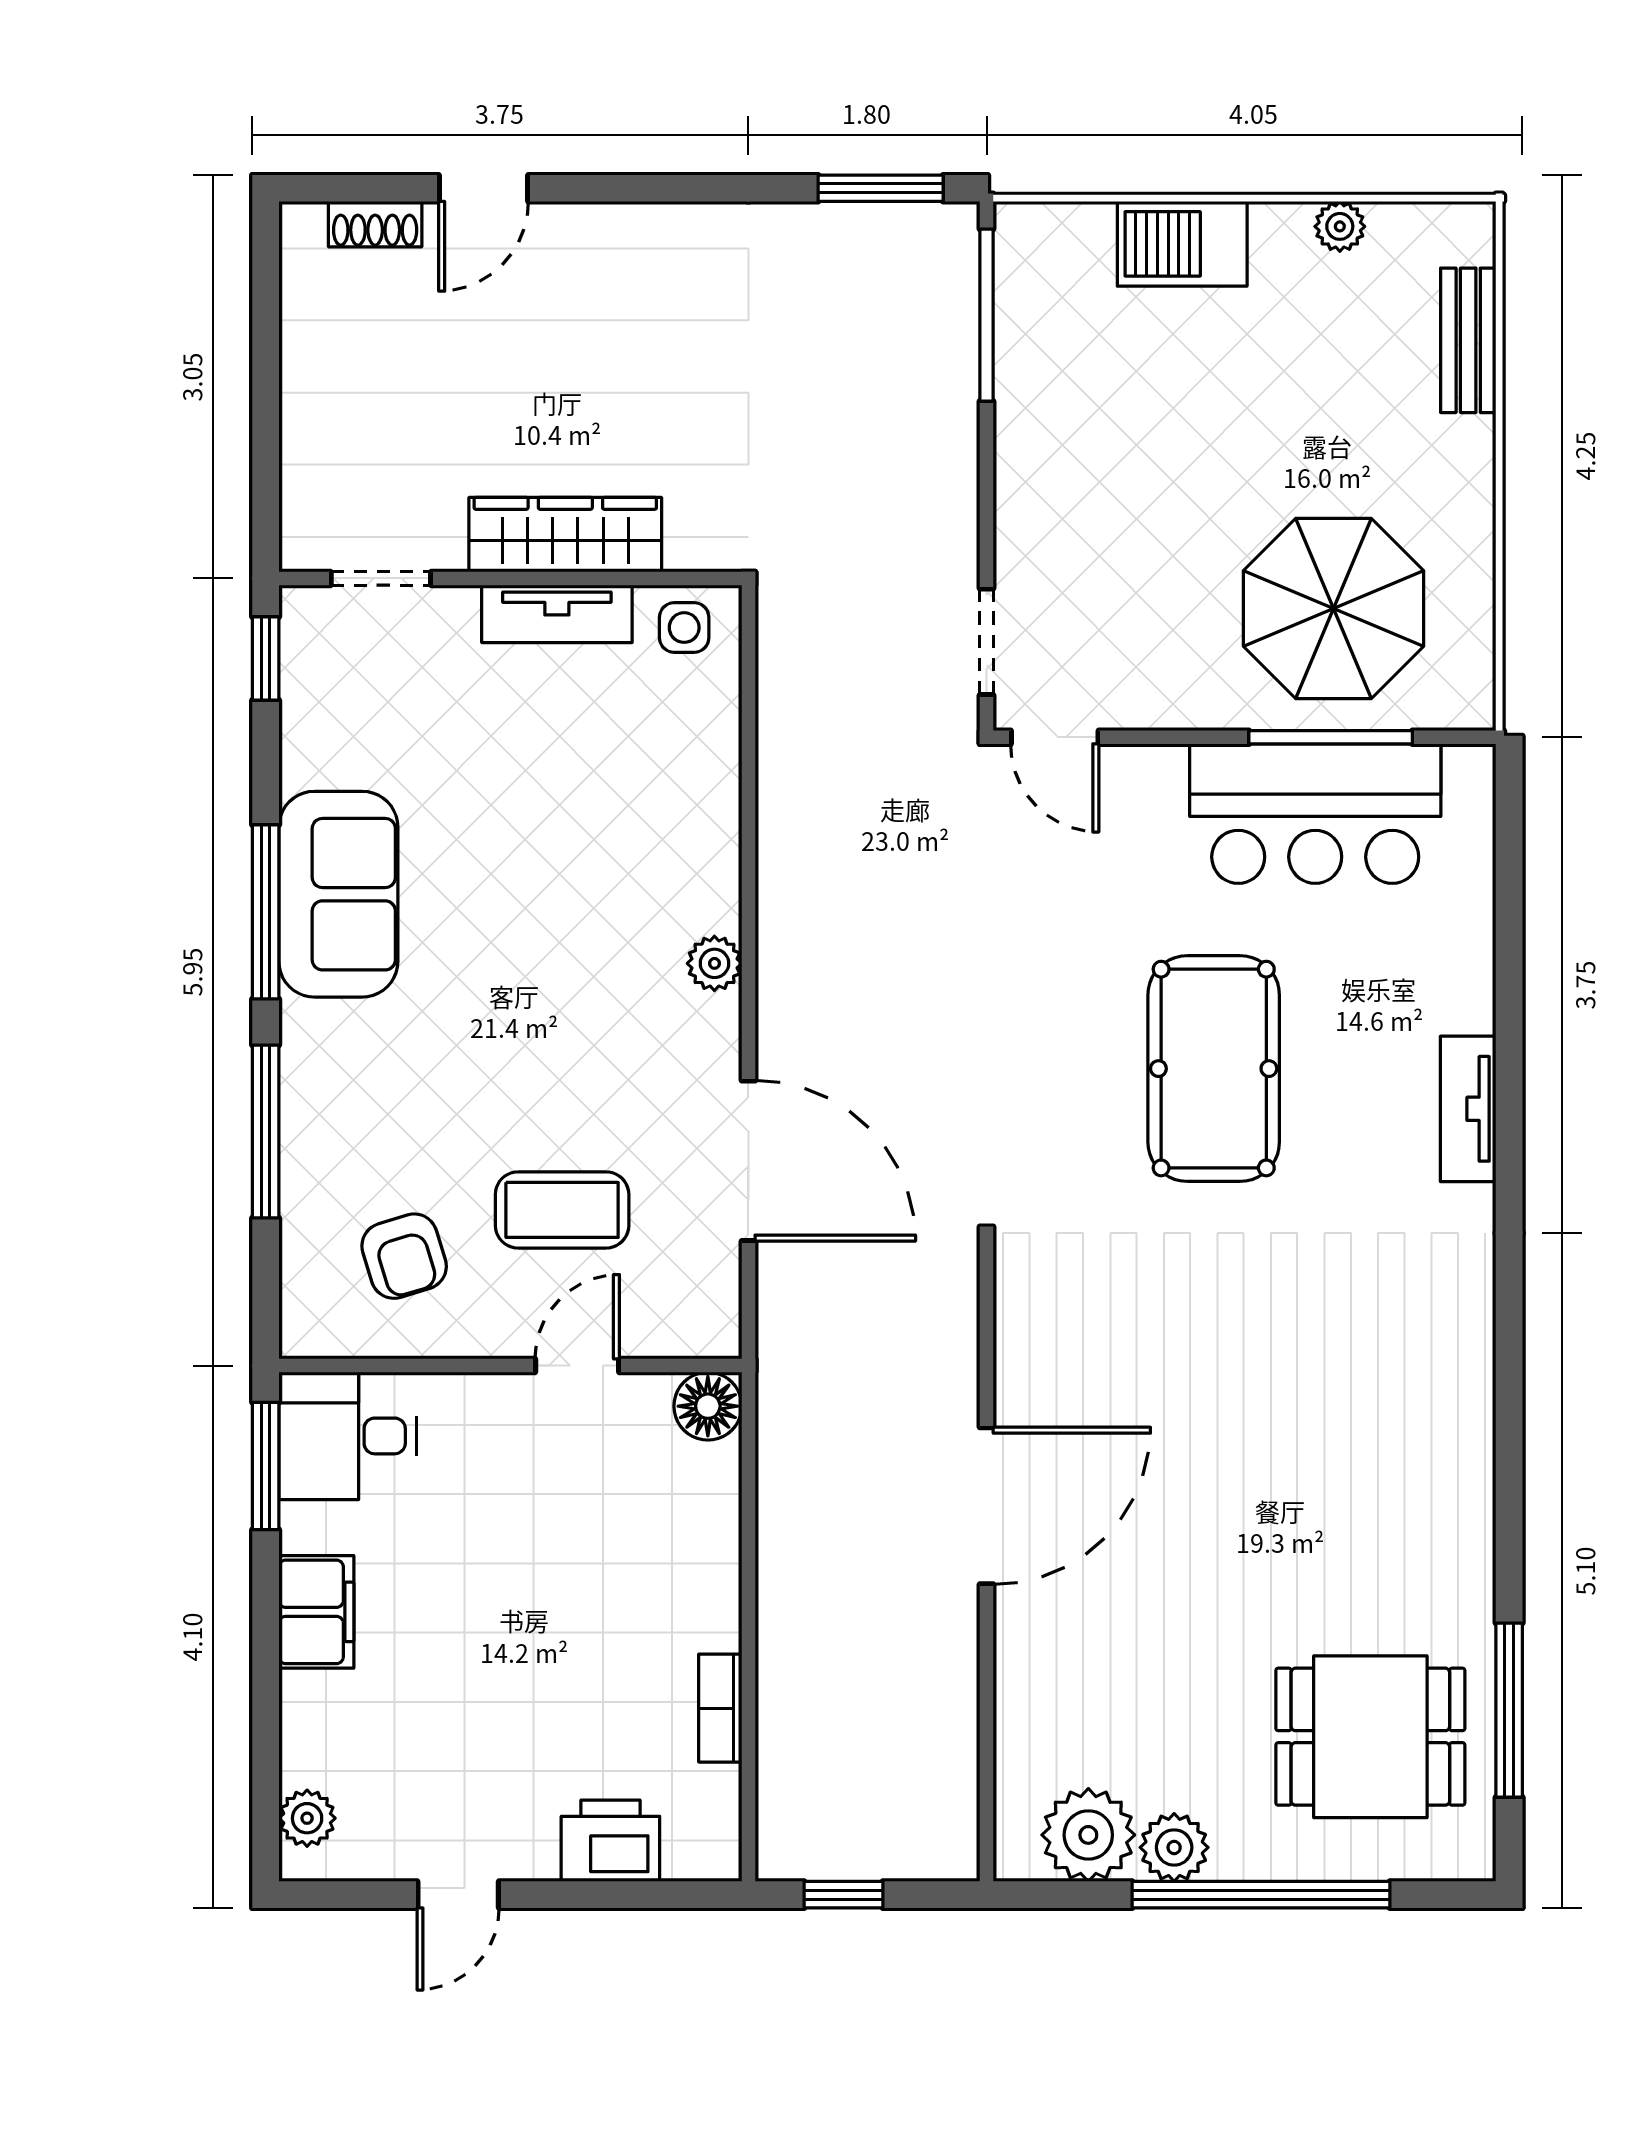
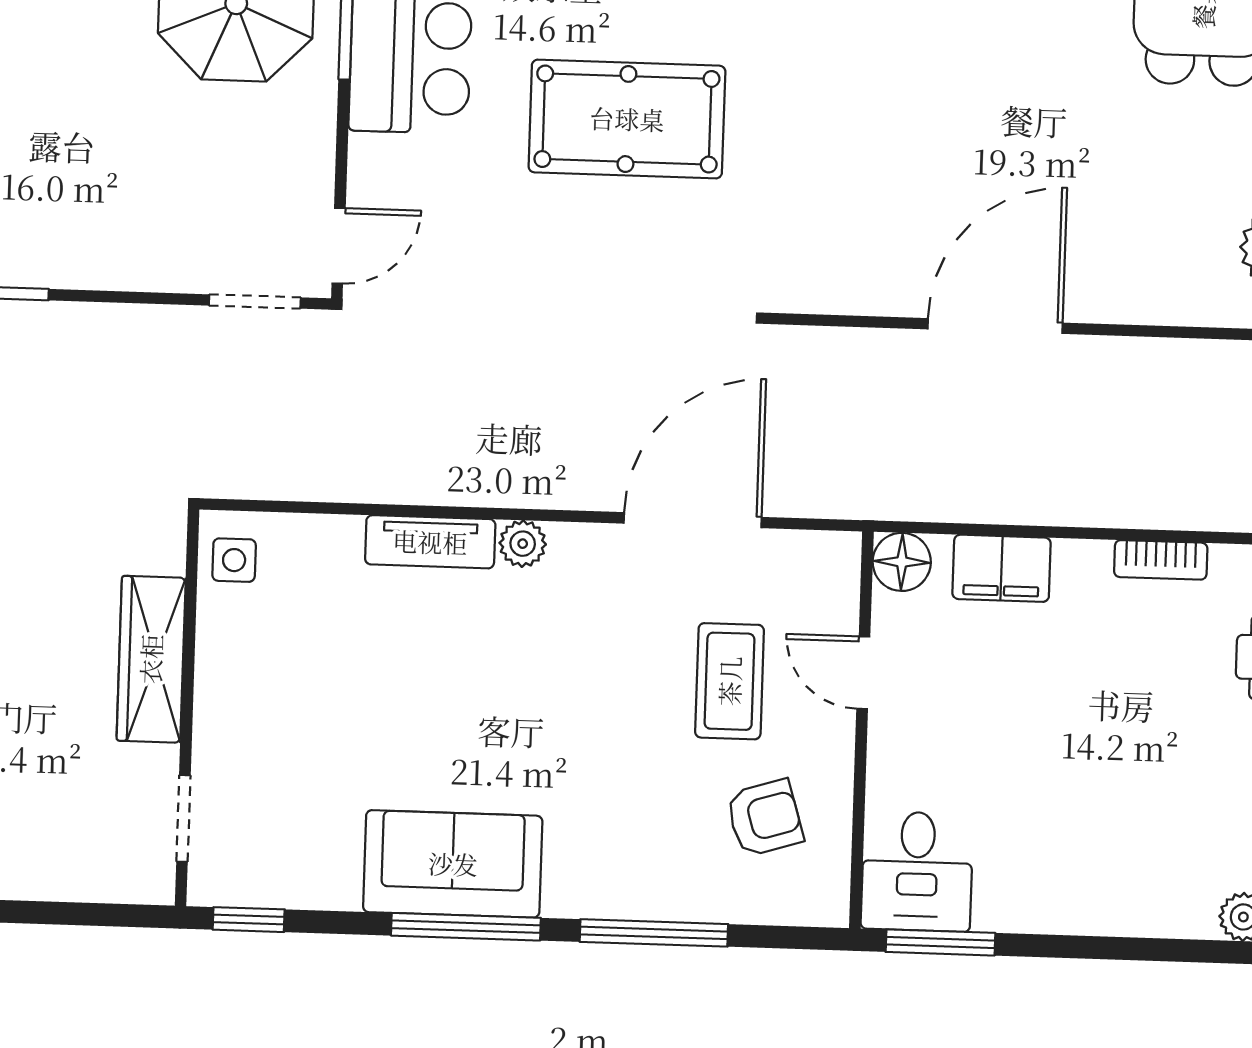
tv unit: (557, 614) -> (430, 542), moved, turned 90
door: (987, 1506) -> (995, 326), hinge flipped
filing cabinet: (316, 1612) -> (1002, 568), moved, turned 180

